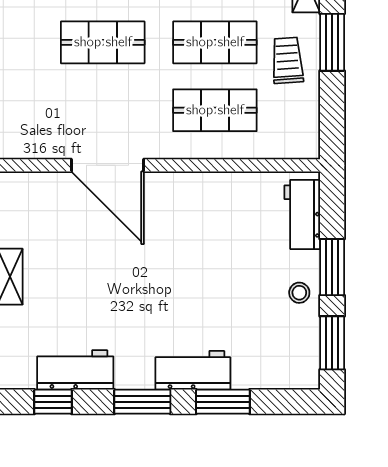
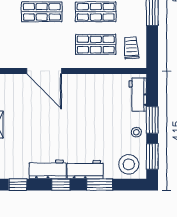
trolley: (287, 60) -> (131, 48), moved
stool: (283, 360) -> (129, 164), added
workbench: (75, 370) -> (48, 169), moved
window: (142, 402) -> (61, 185), width x0.67

